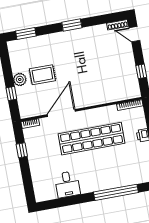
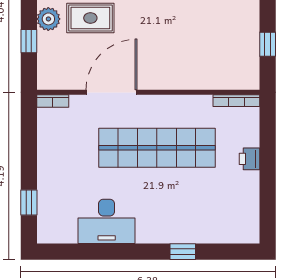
window: (22, 150) -> (29, 202), moved
desk: (67, 184) -> (107, 221), width x1.37
window: (116, 192) -> (183, 252), width x0.32

